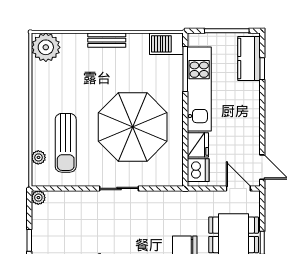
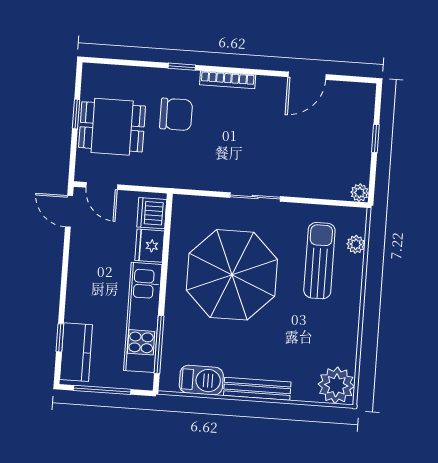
bench: (107, 40) -> (257, 389), width x1.36
barbecue: (166, 44) -> (201, 380), moved

